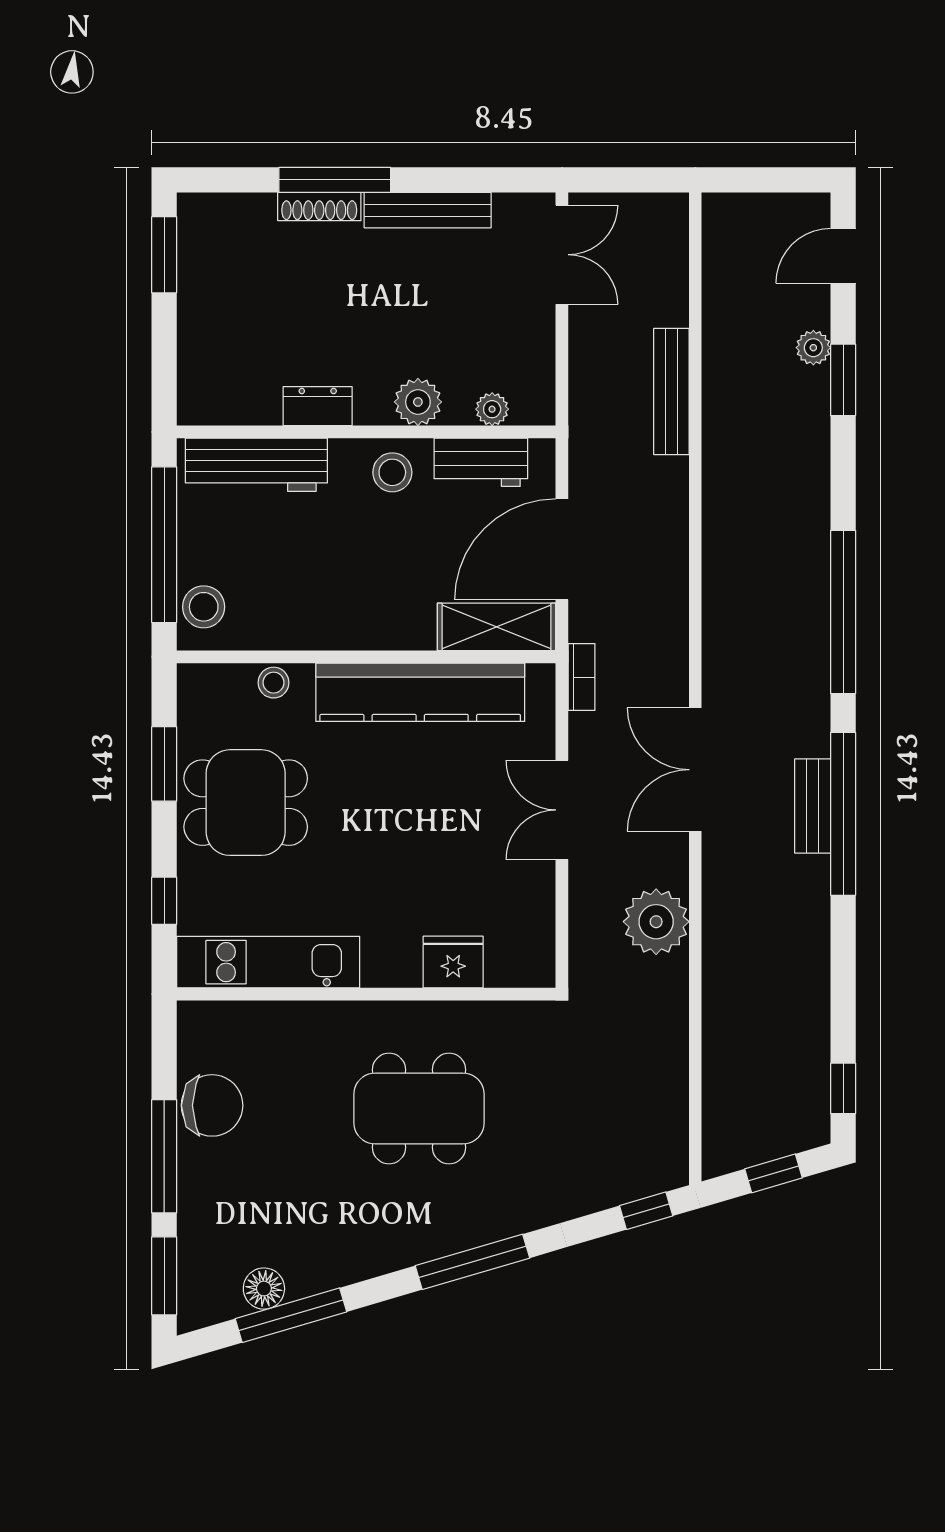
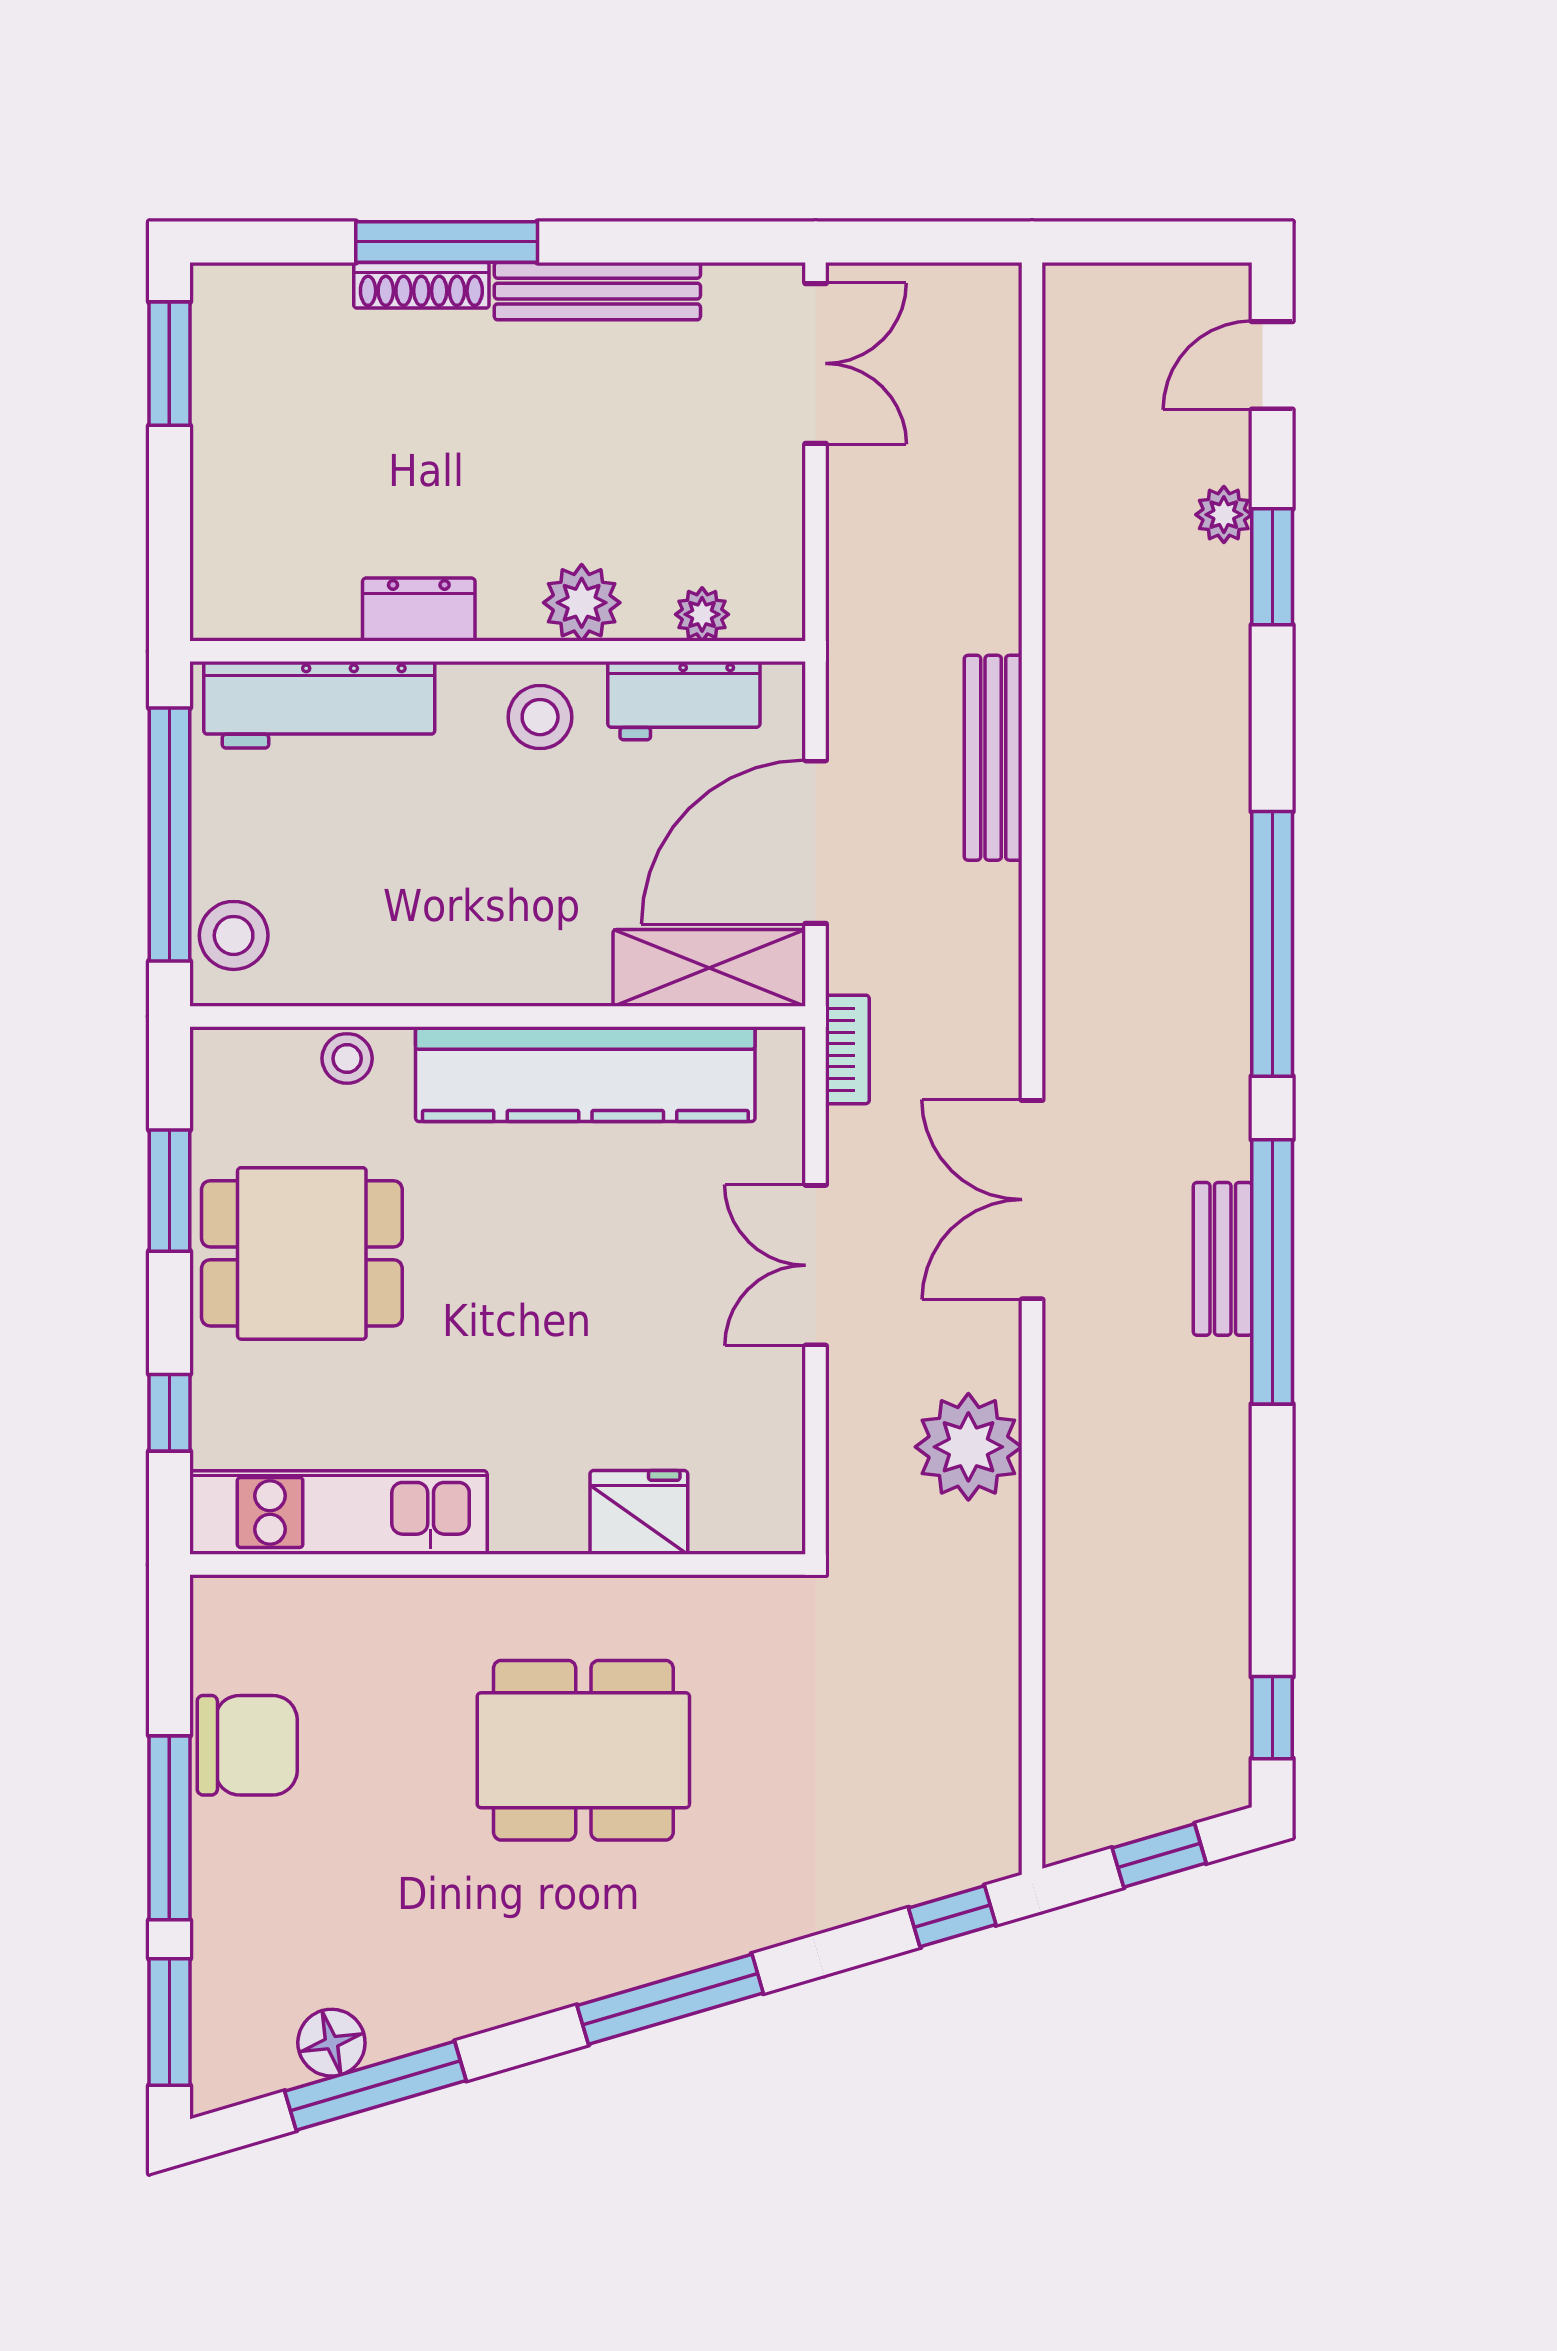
bench: (671, 391) -> (993, 758), moved

